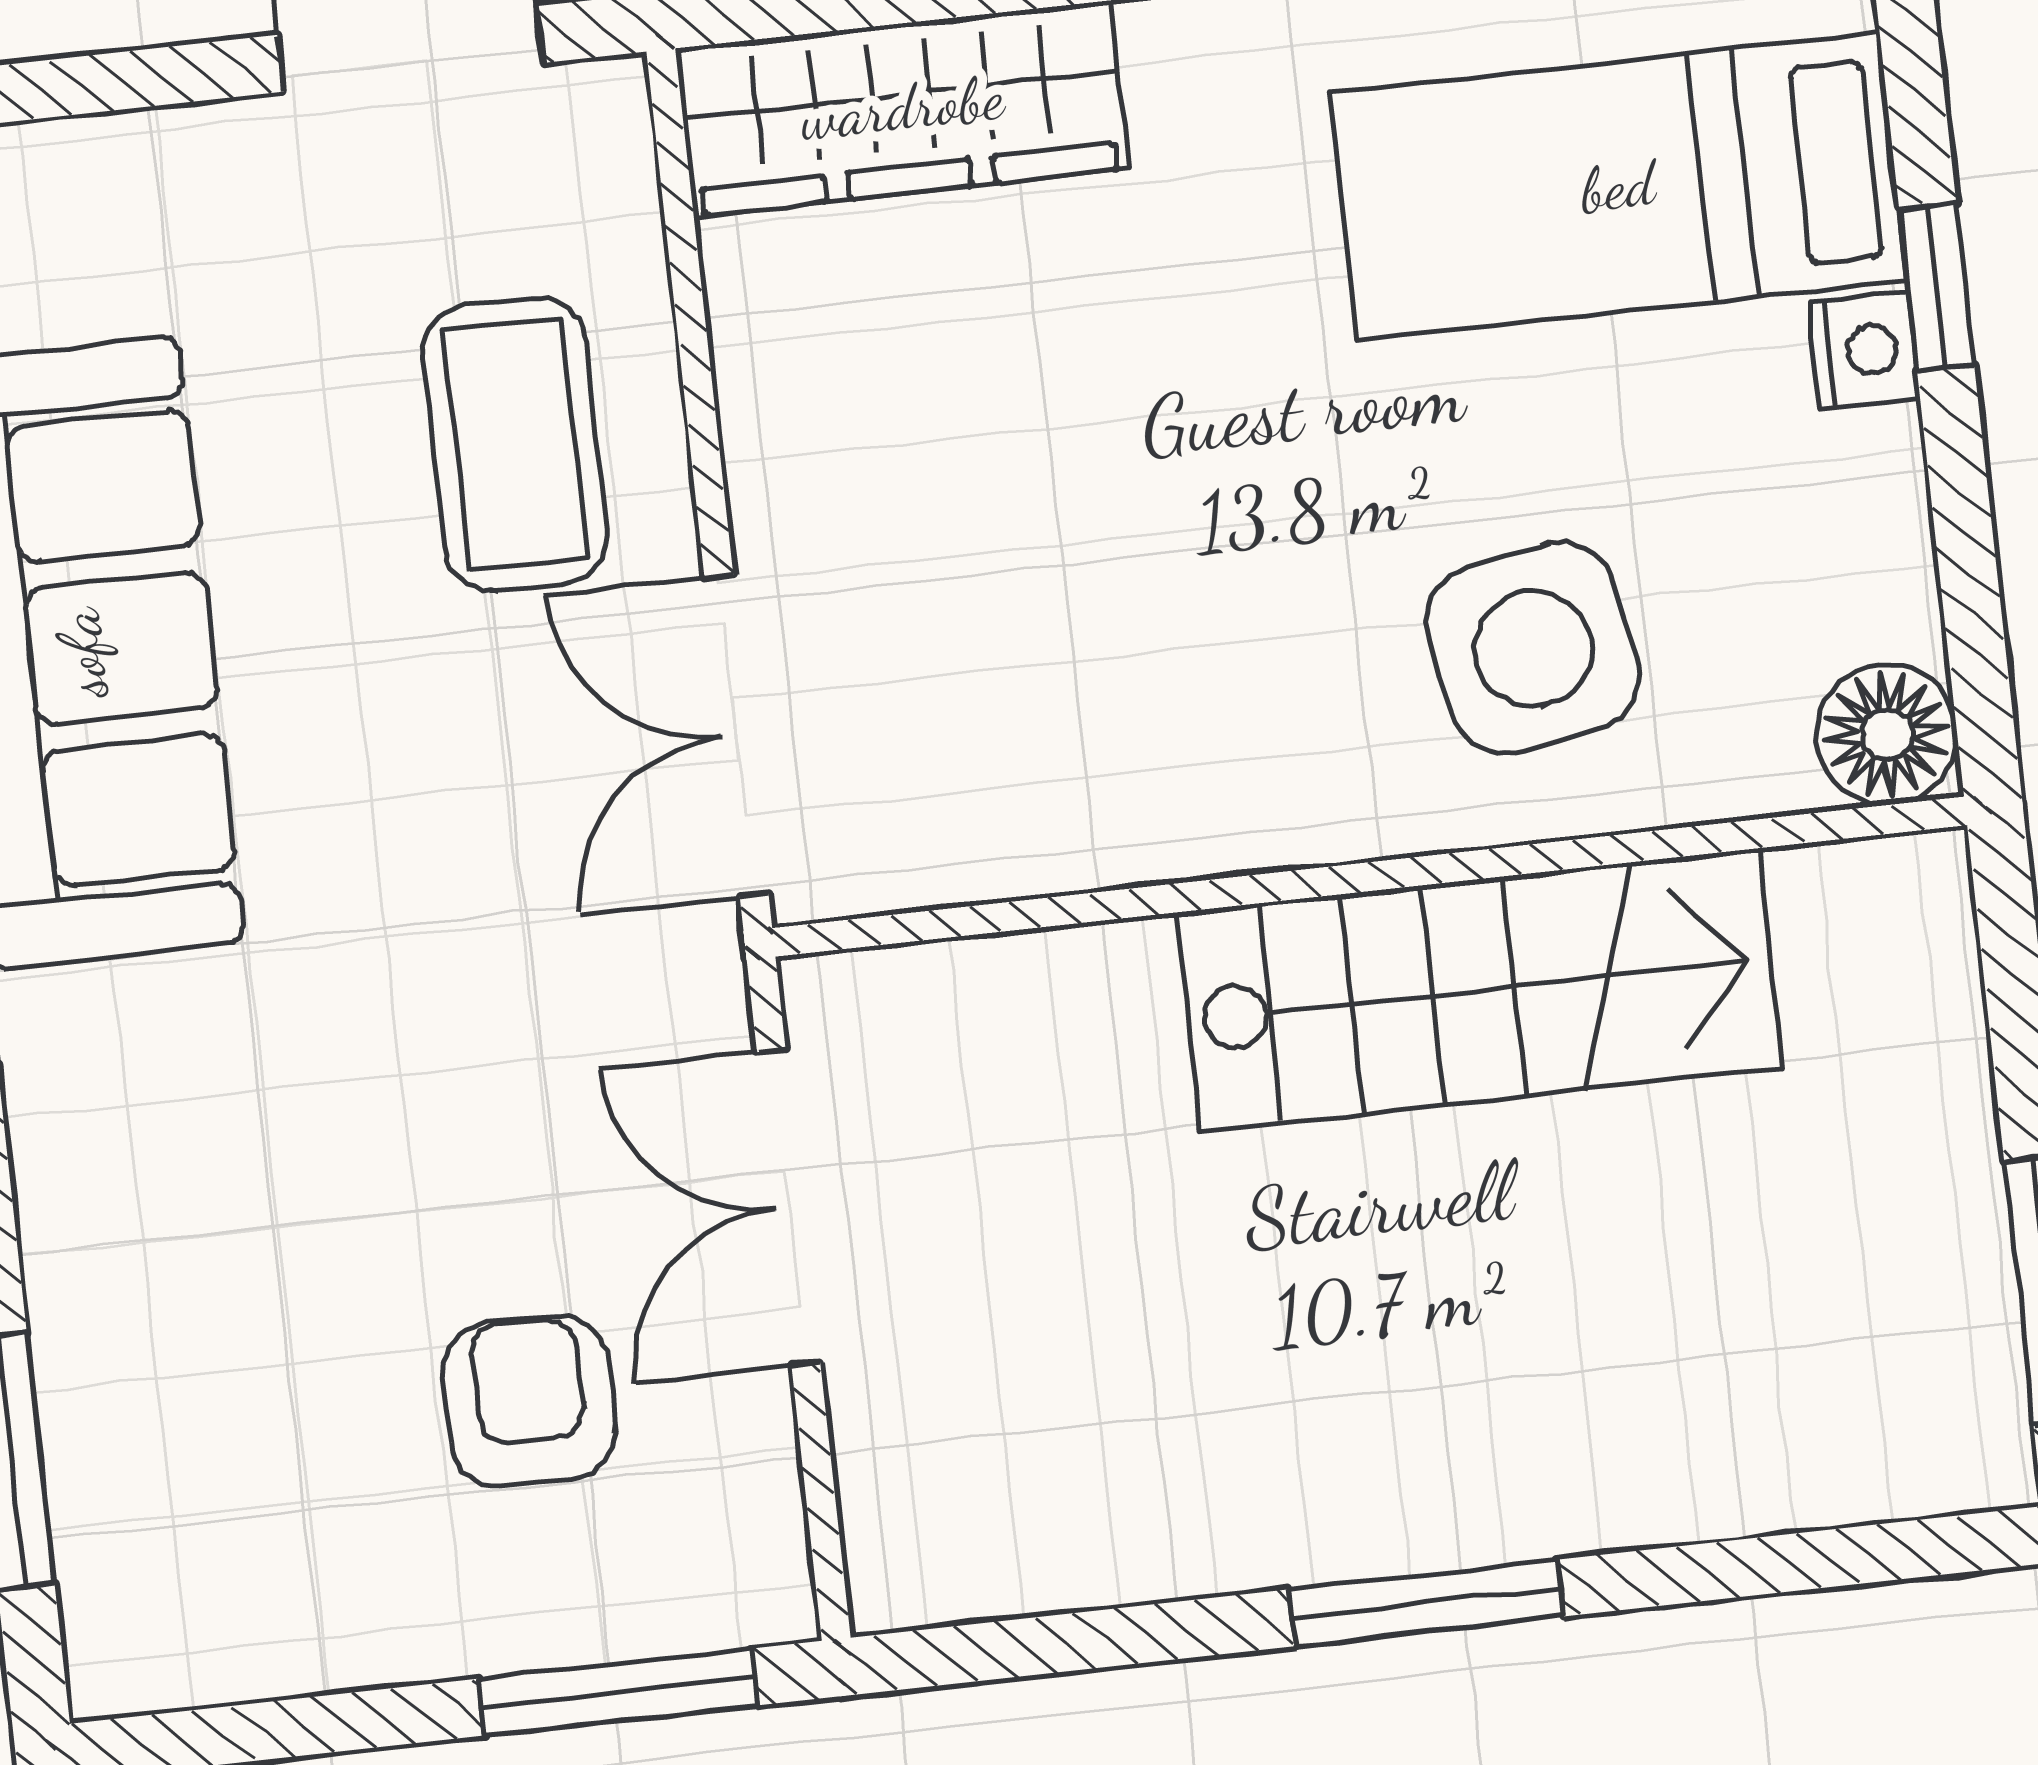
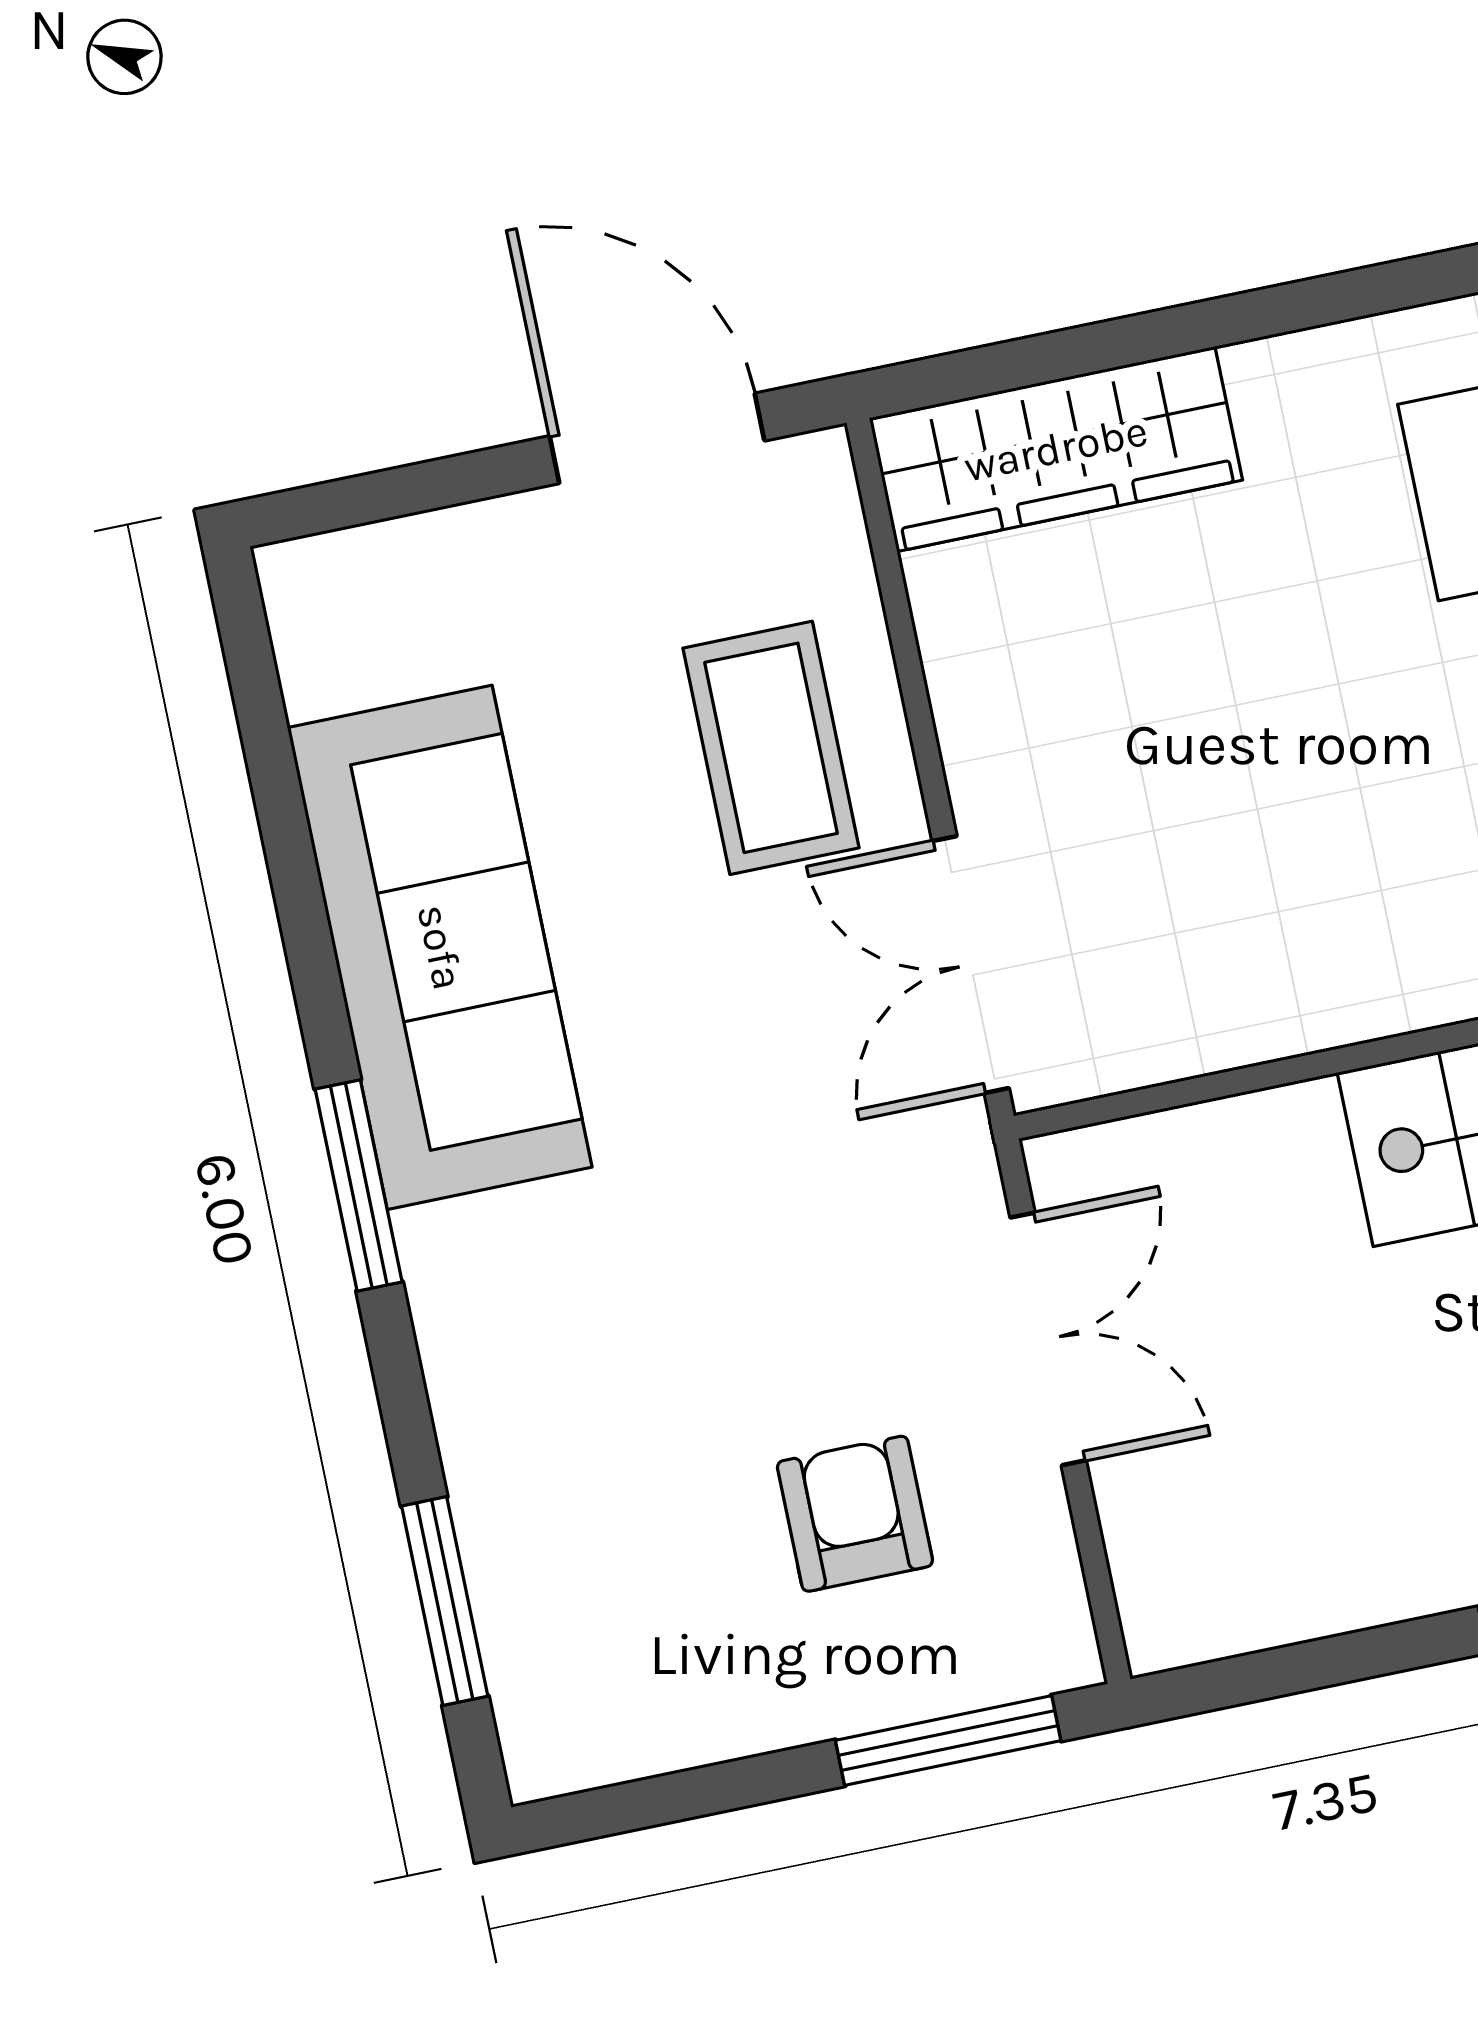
double door: (789, 1208) -> (1048, 1339), swing flipped

